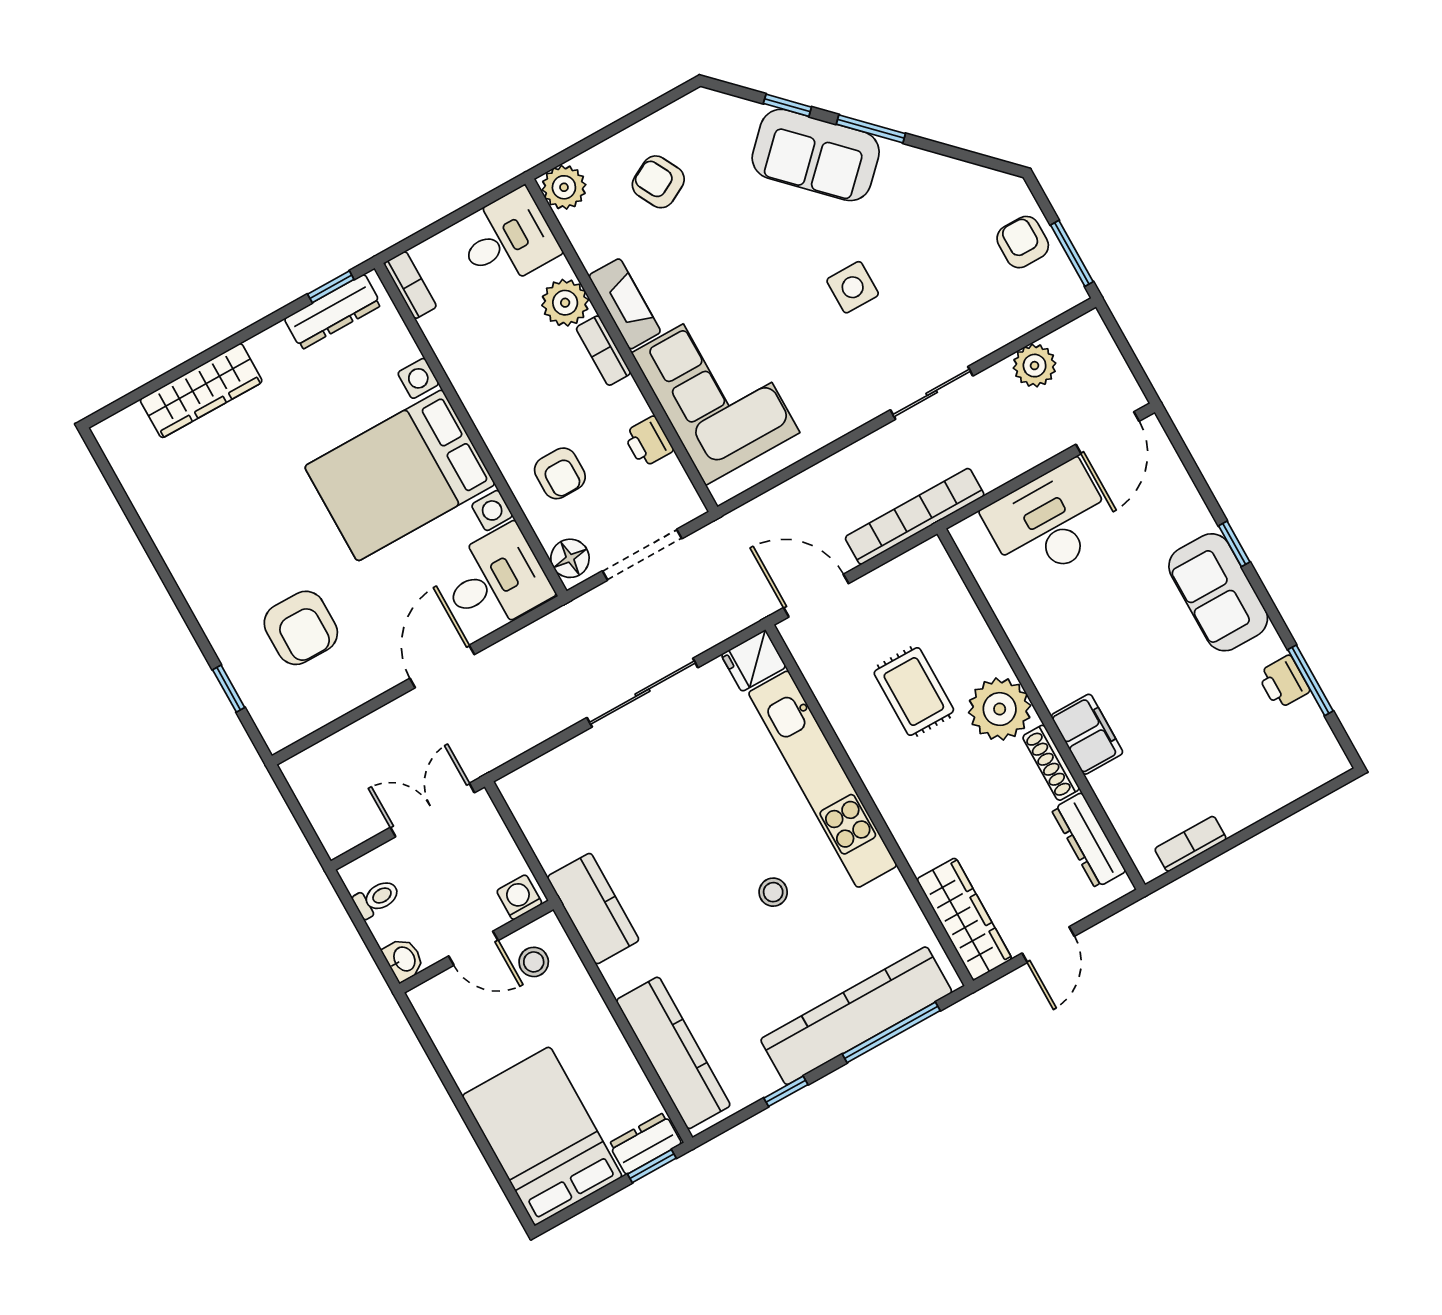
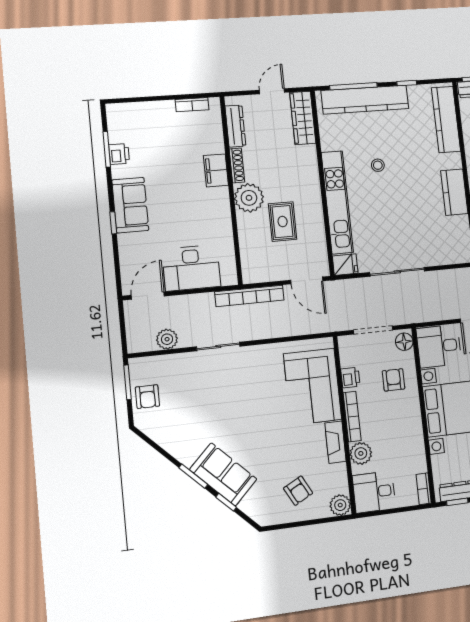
side table: (853, 287) -> (233, 408), removed
bookcase: (603, 351) -> (352, 417), width x1.56

